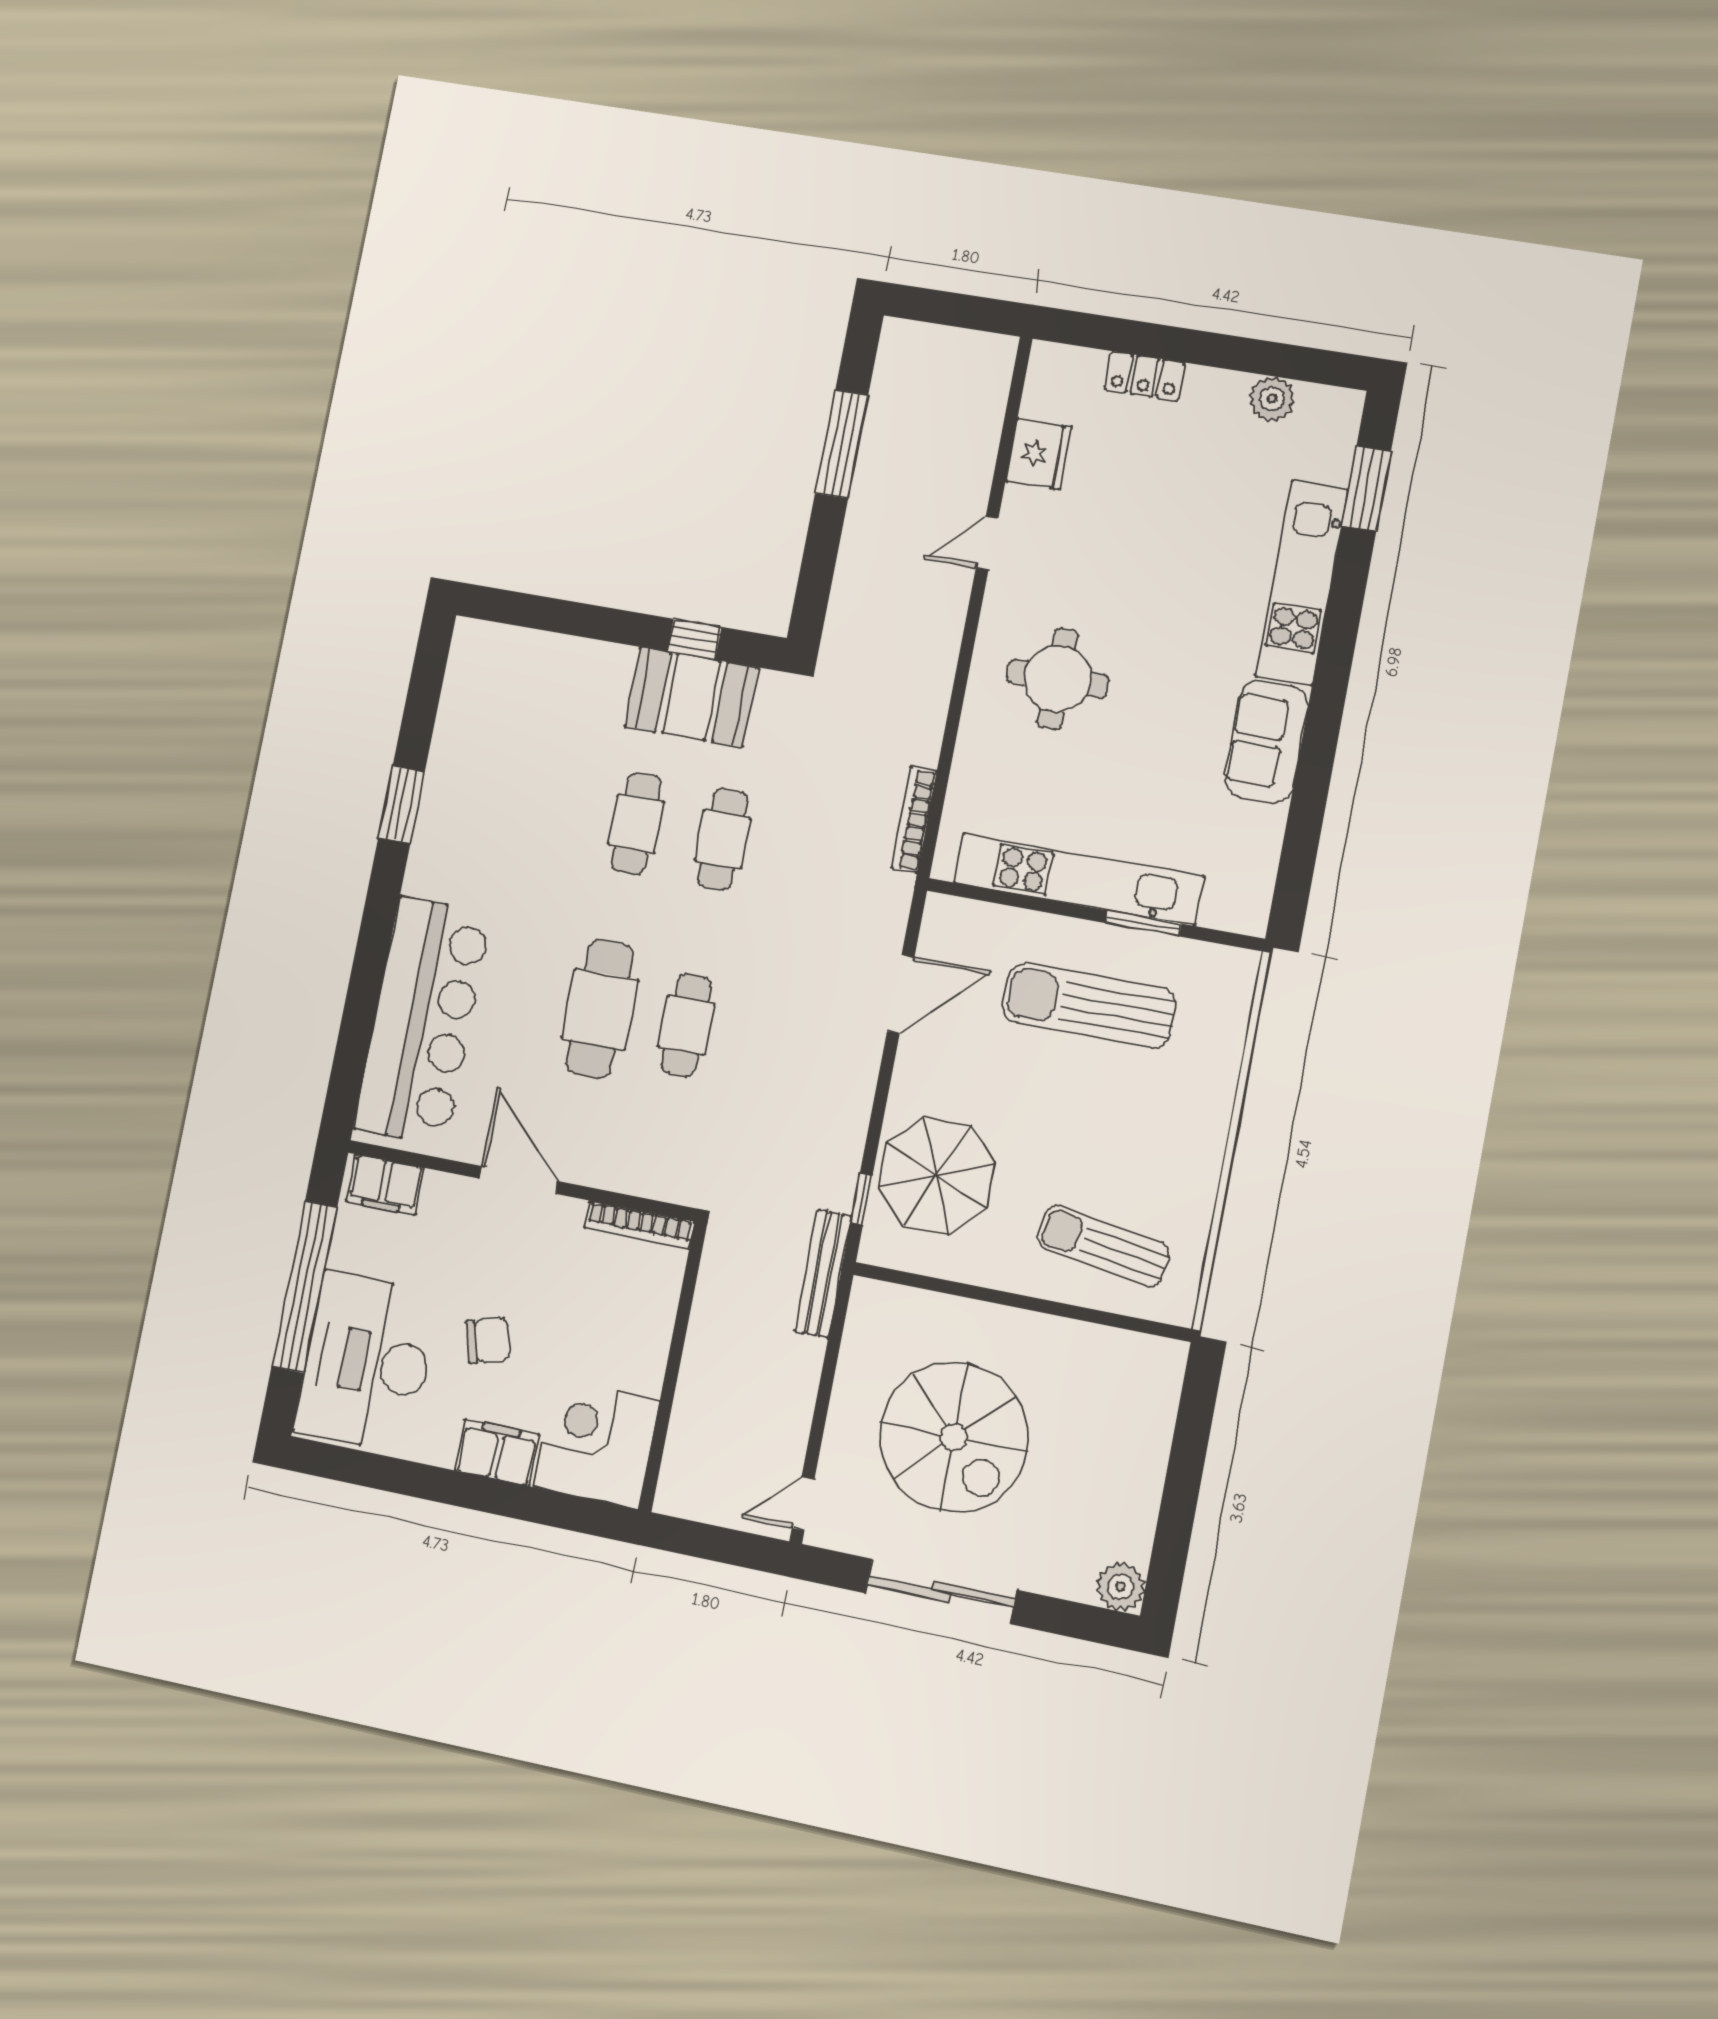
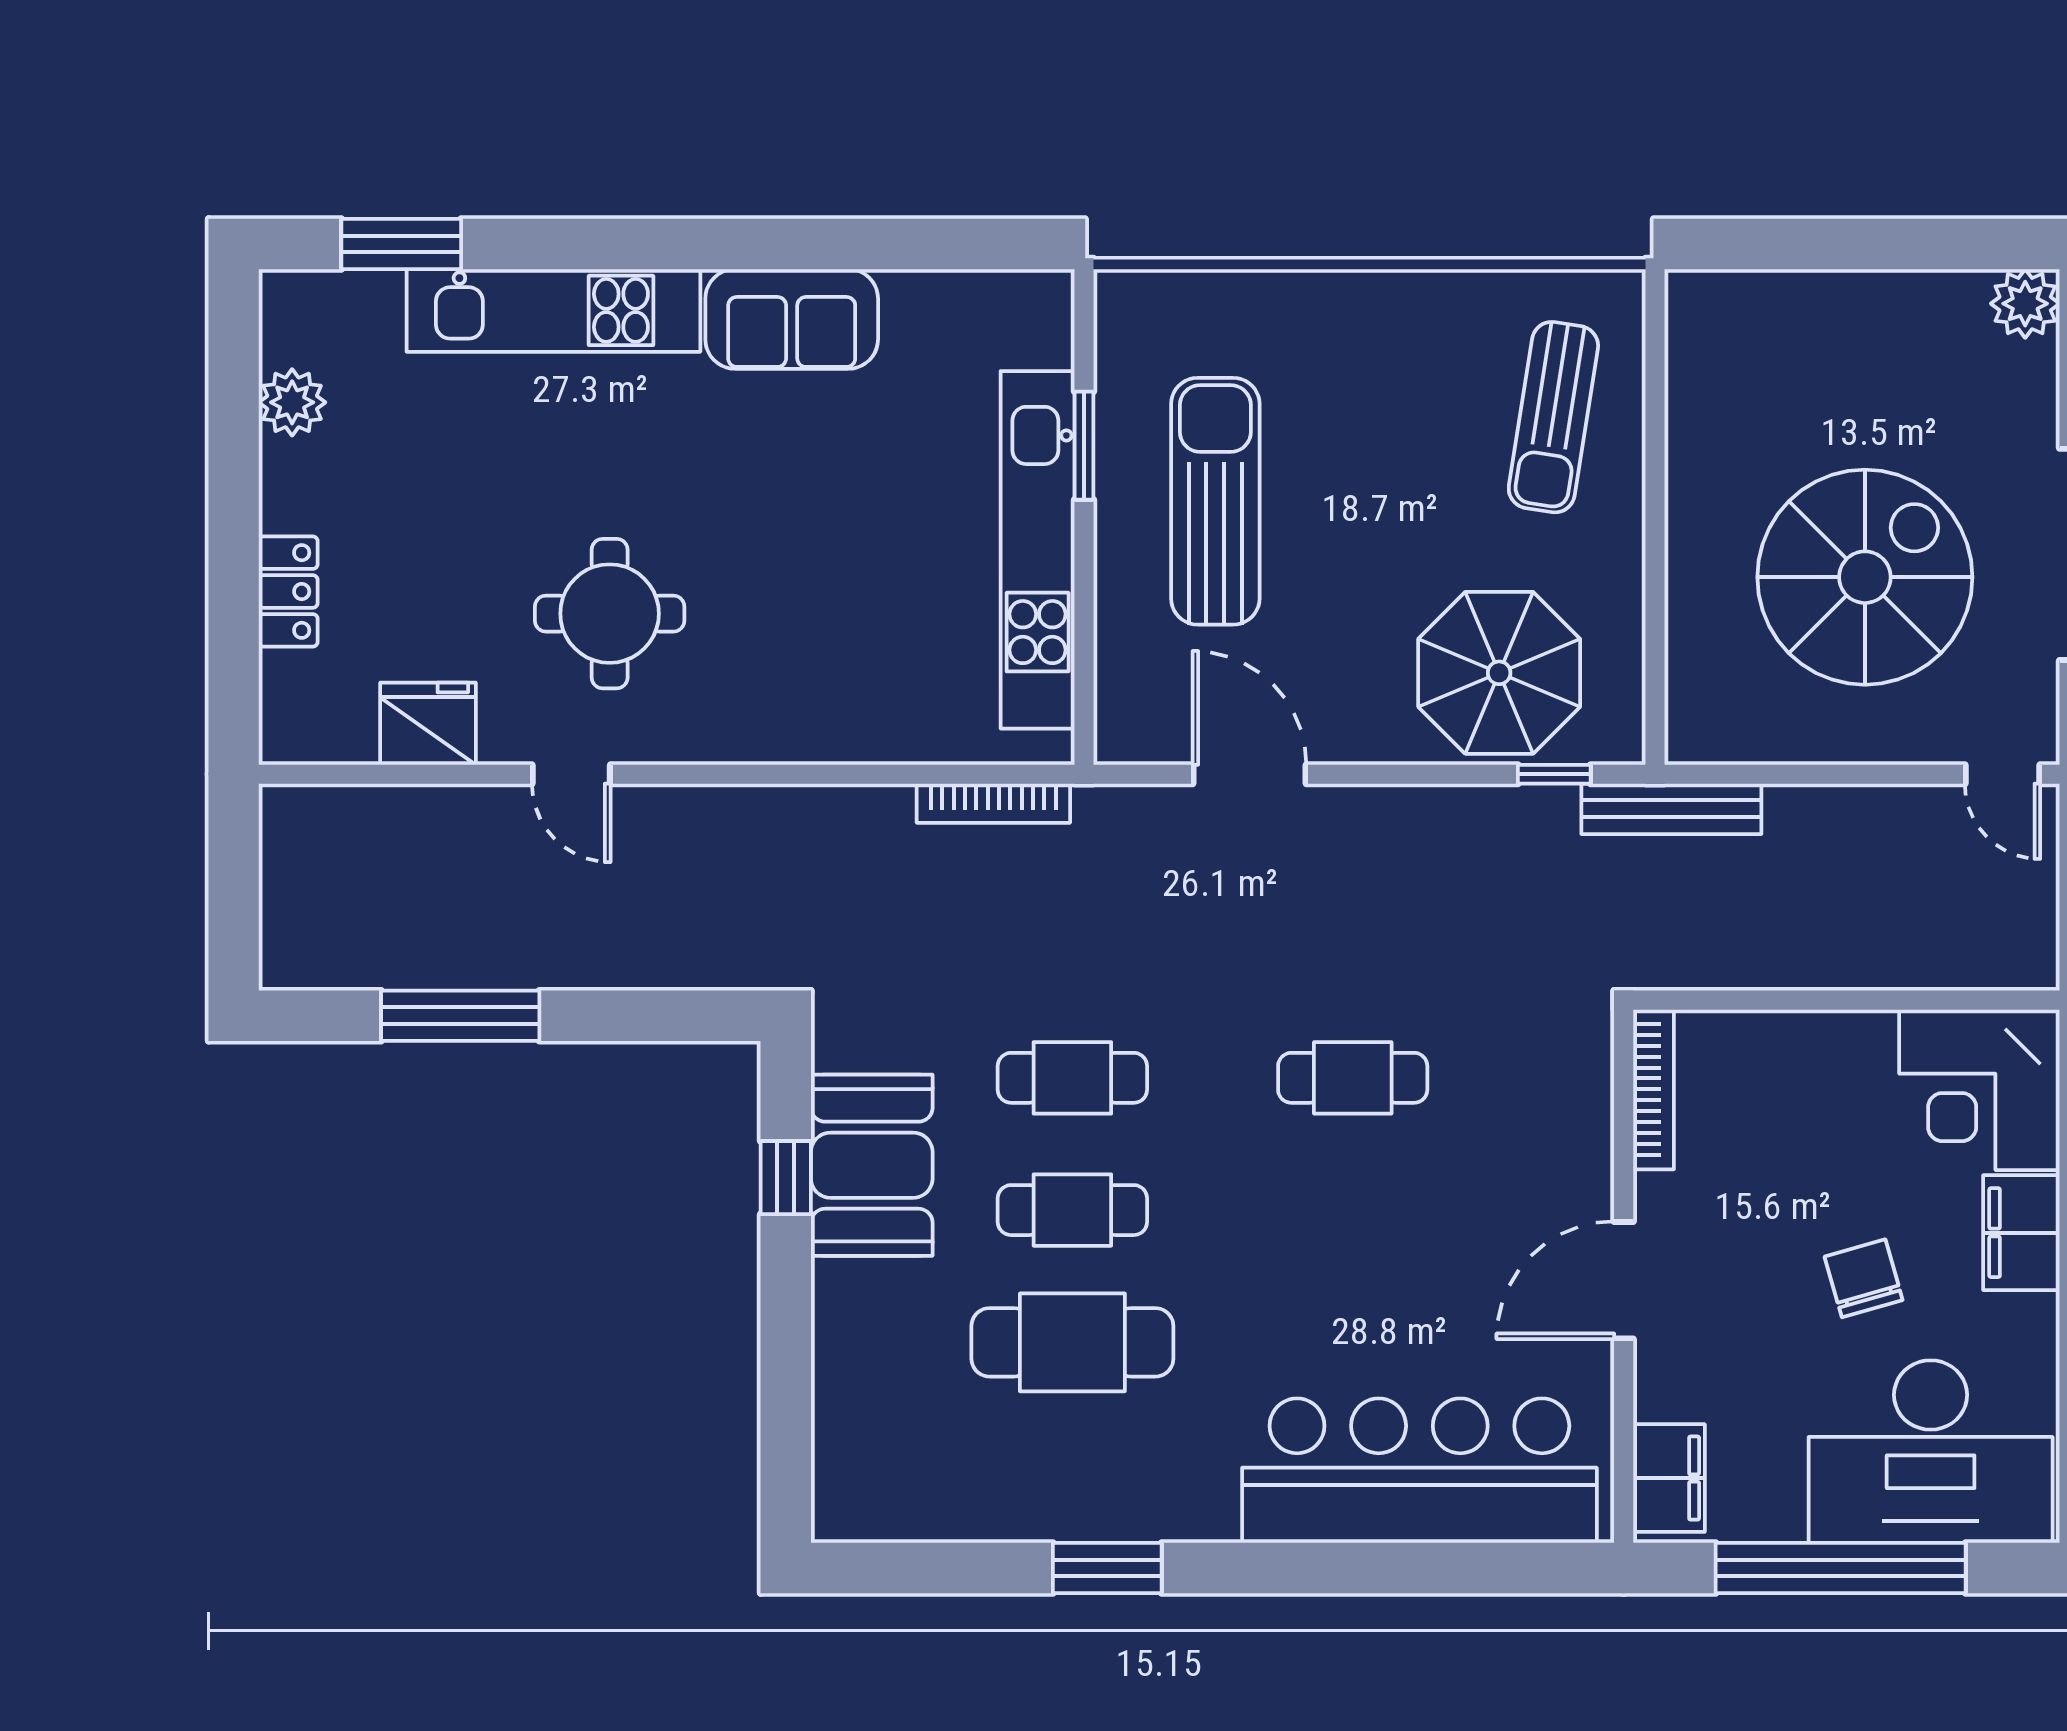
round table: (1058, 679) -> (610, 614), moved
sun lounger: (1089, 1005) -> (1215, 501), turned 180
cafe table: (600, 1009) -> (1072, 1342), moved

